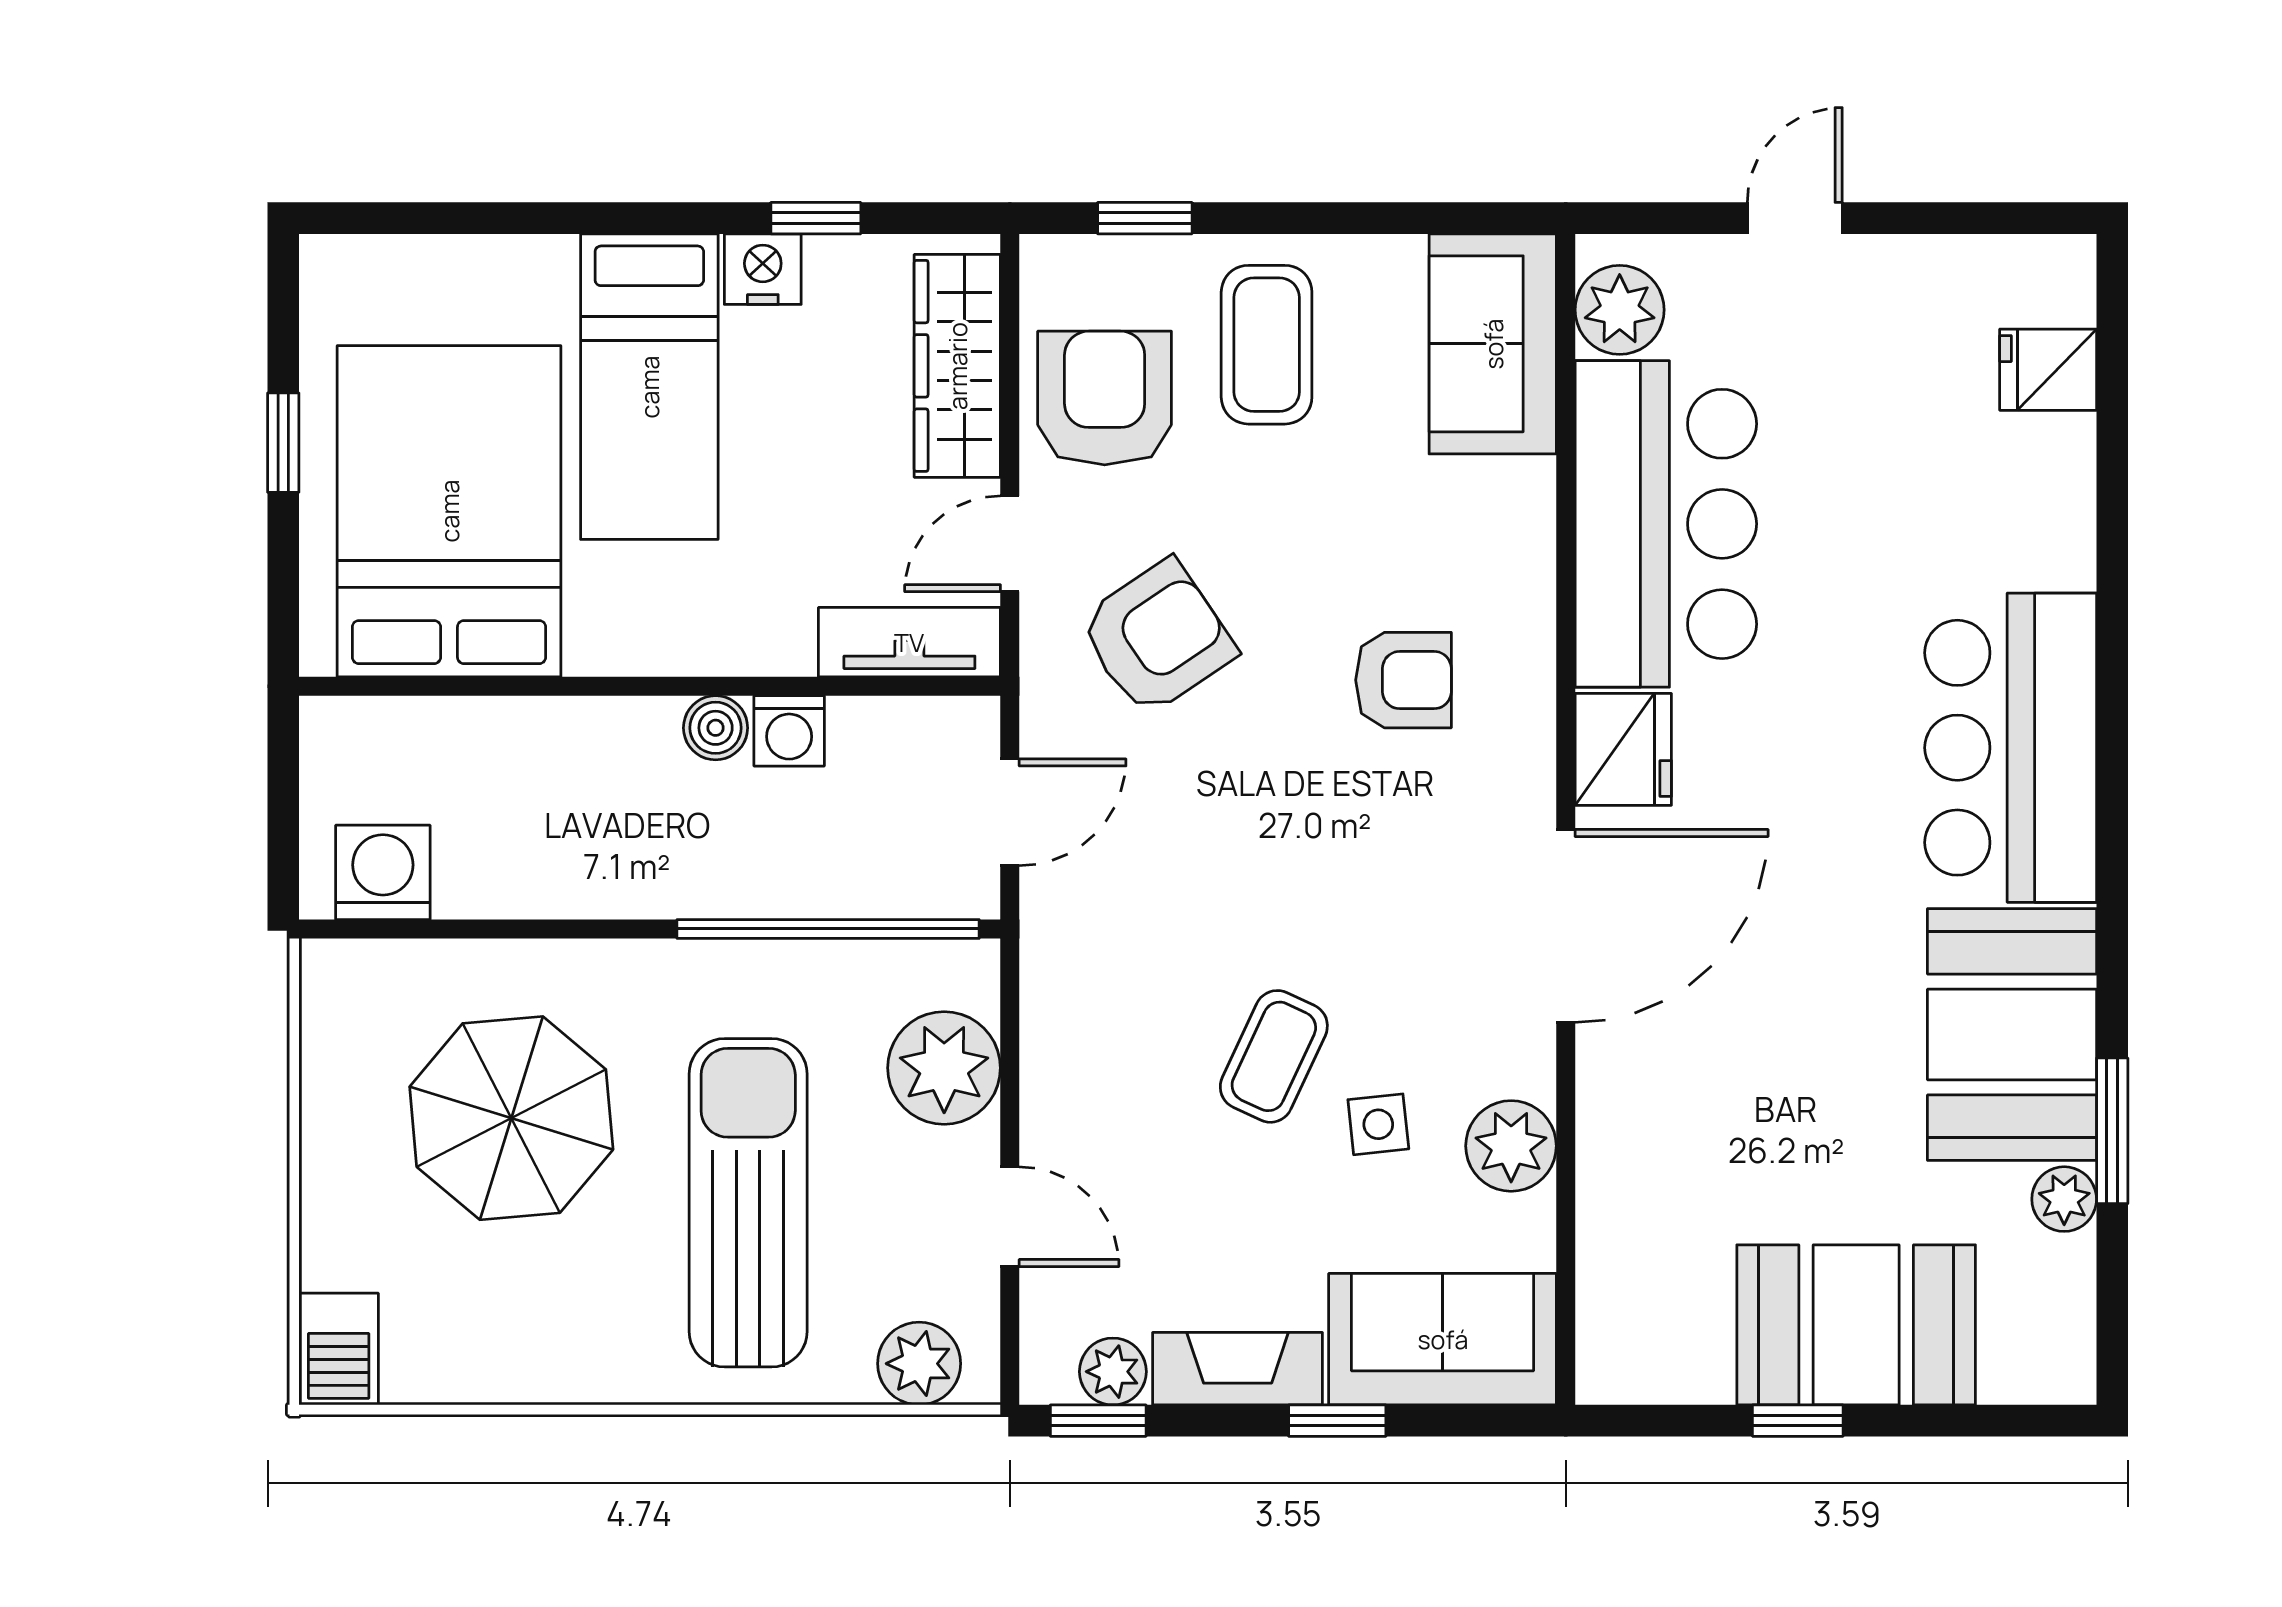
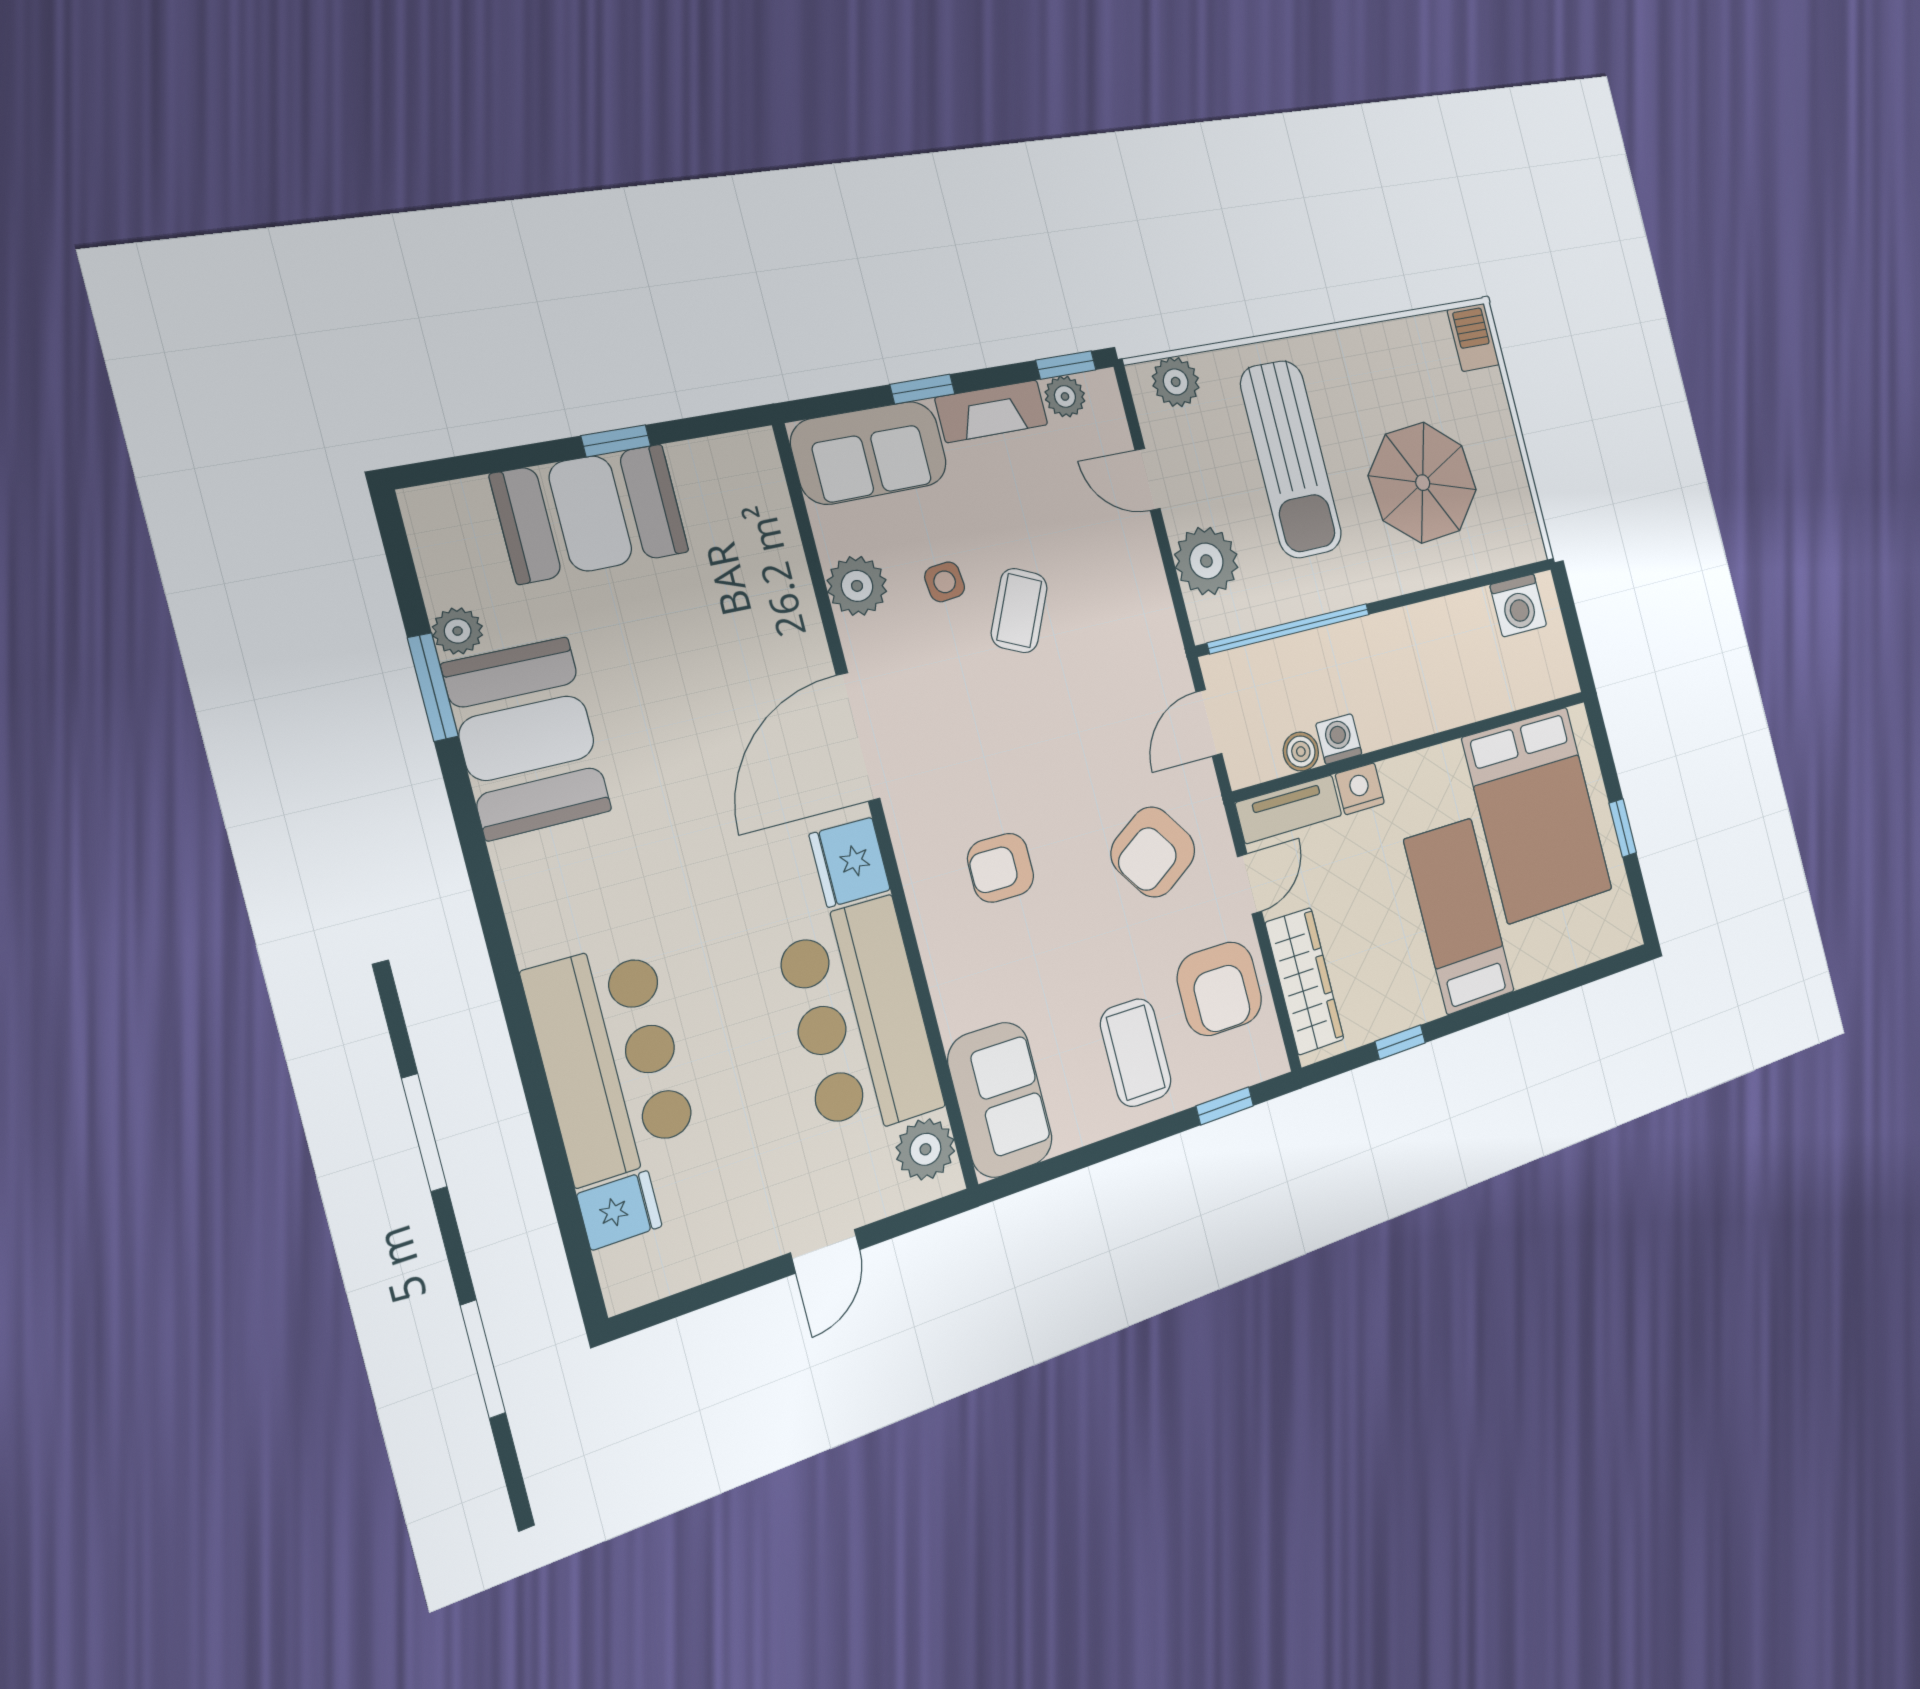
nightstand: (763, 269) -> (1360, 789), moved, turned 180
boiler: (716, 728) -> (1301, 752), moved
bar counter: (2011, 748) -> (611, 1061), moved

